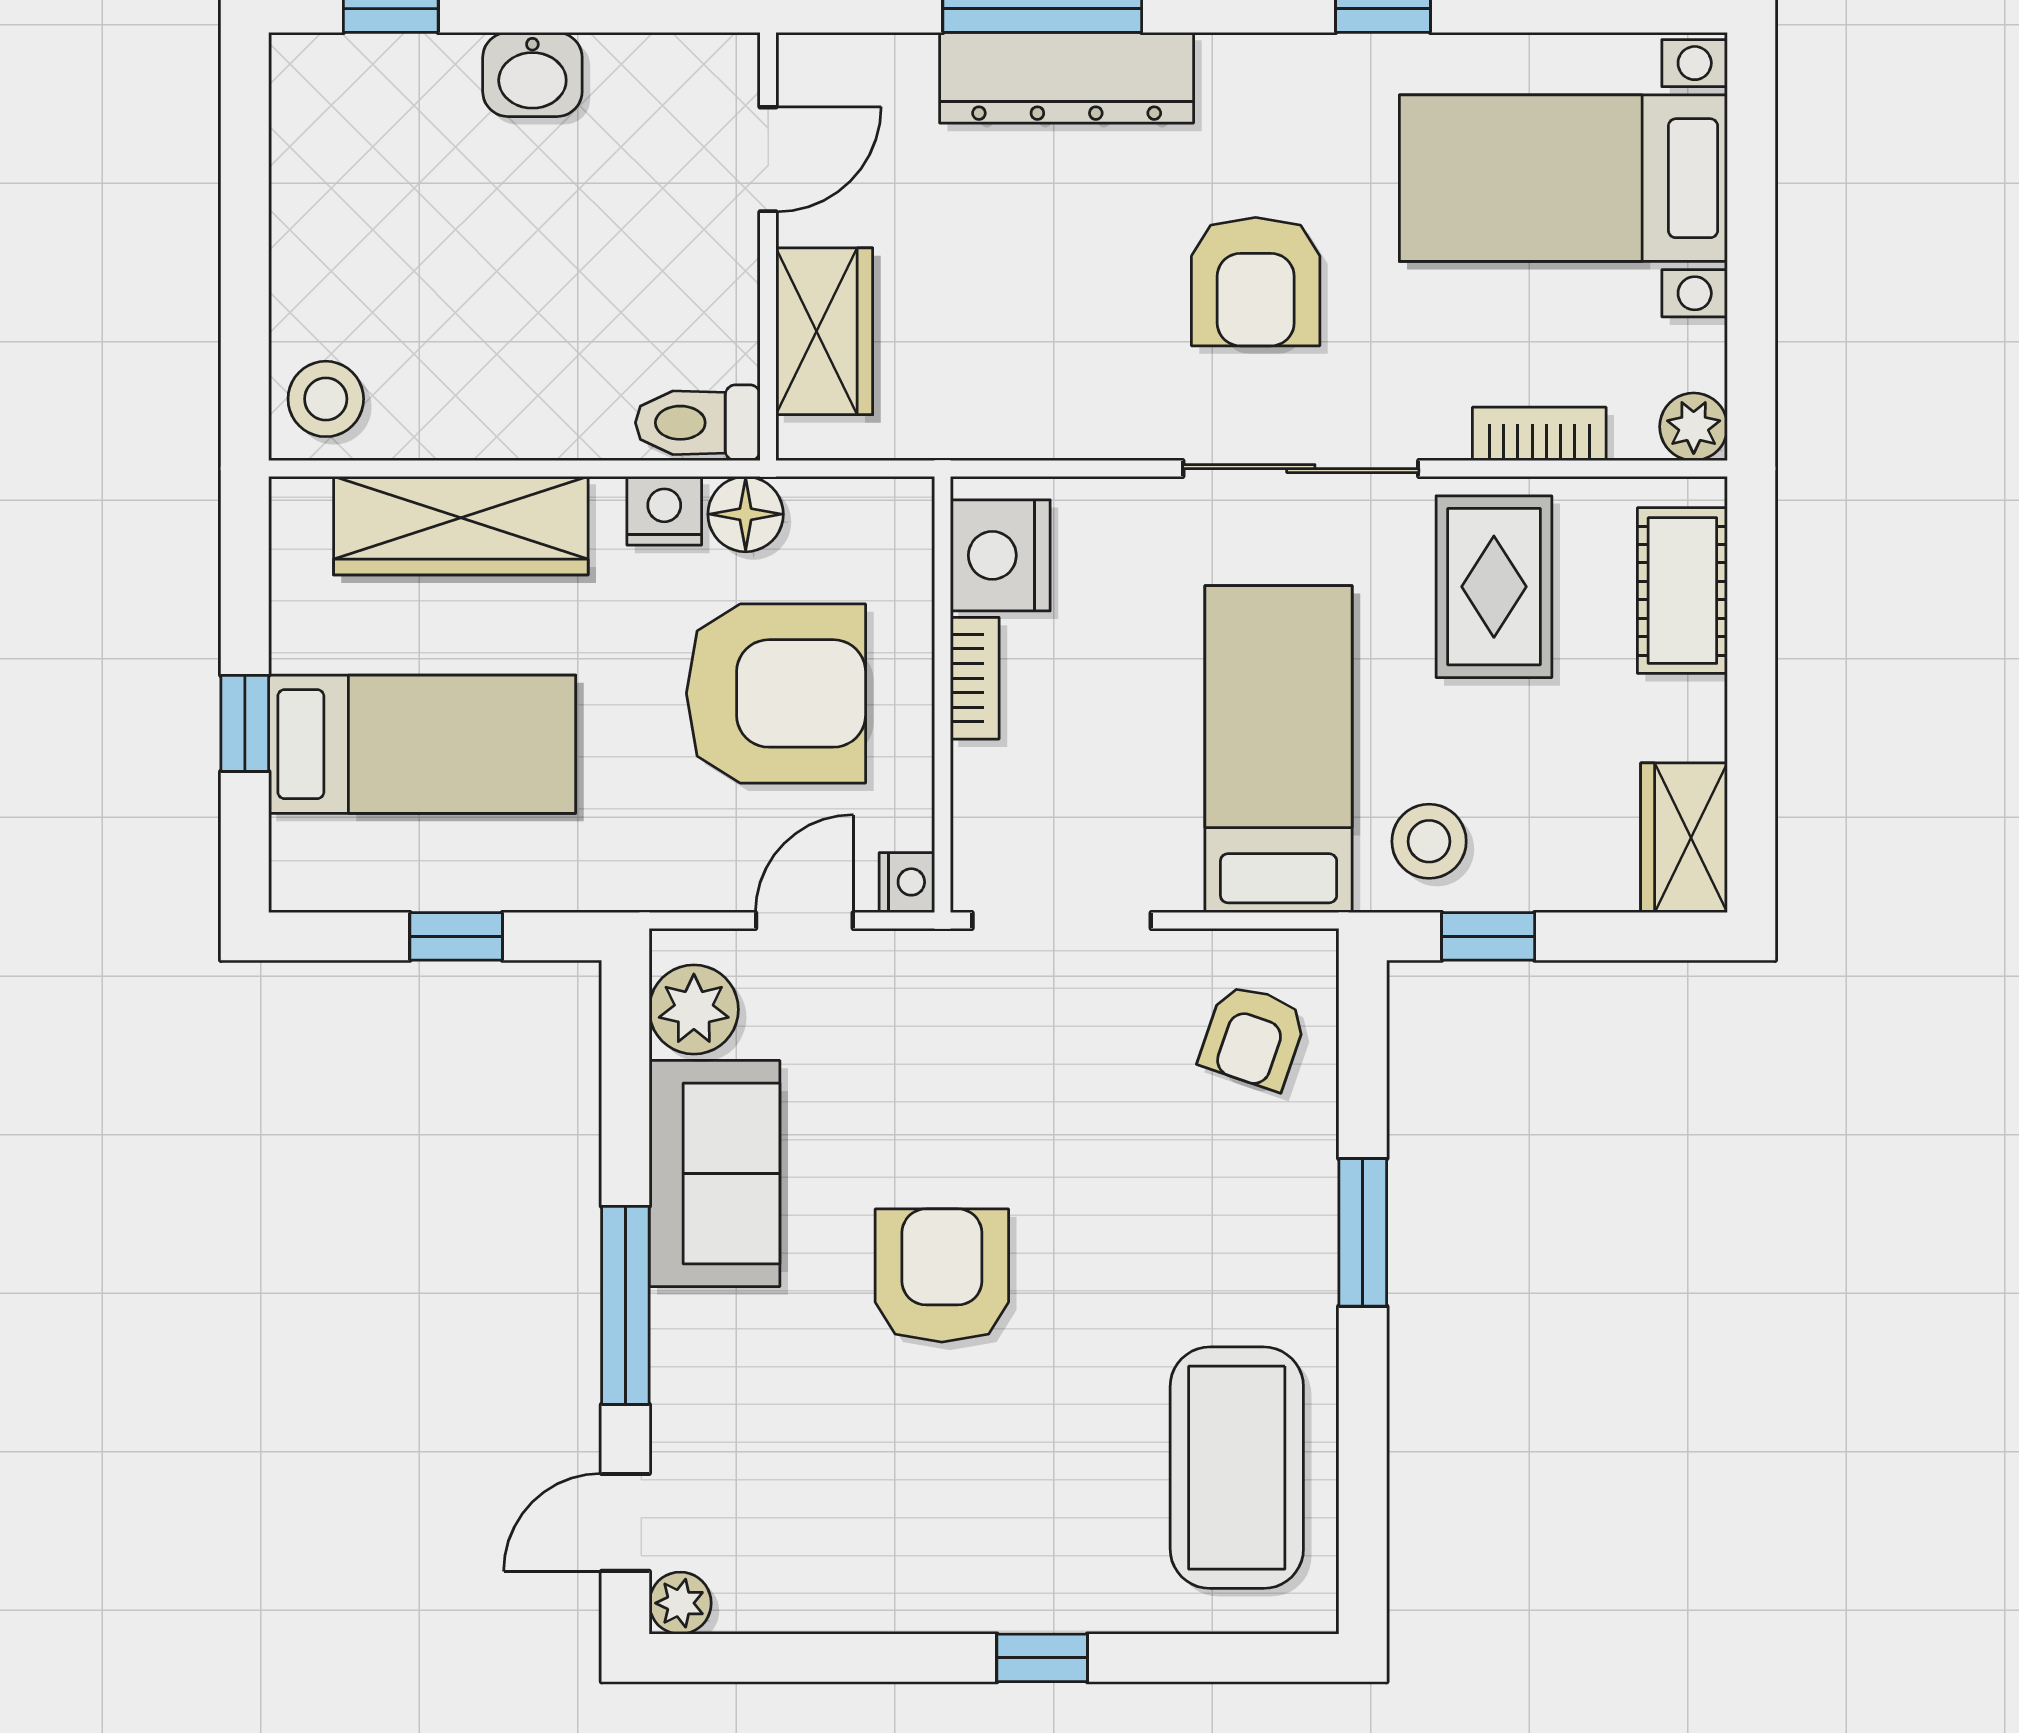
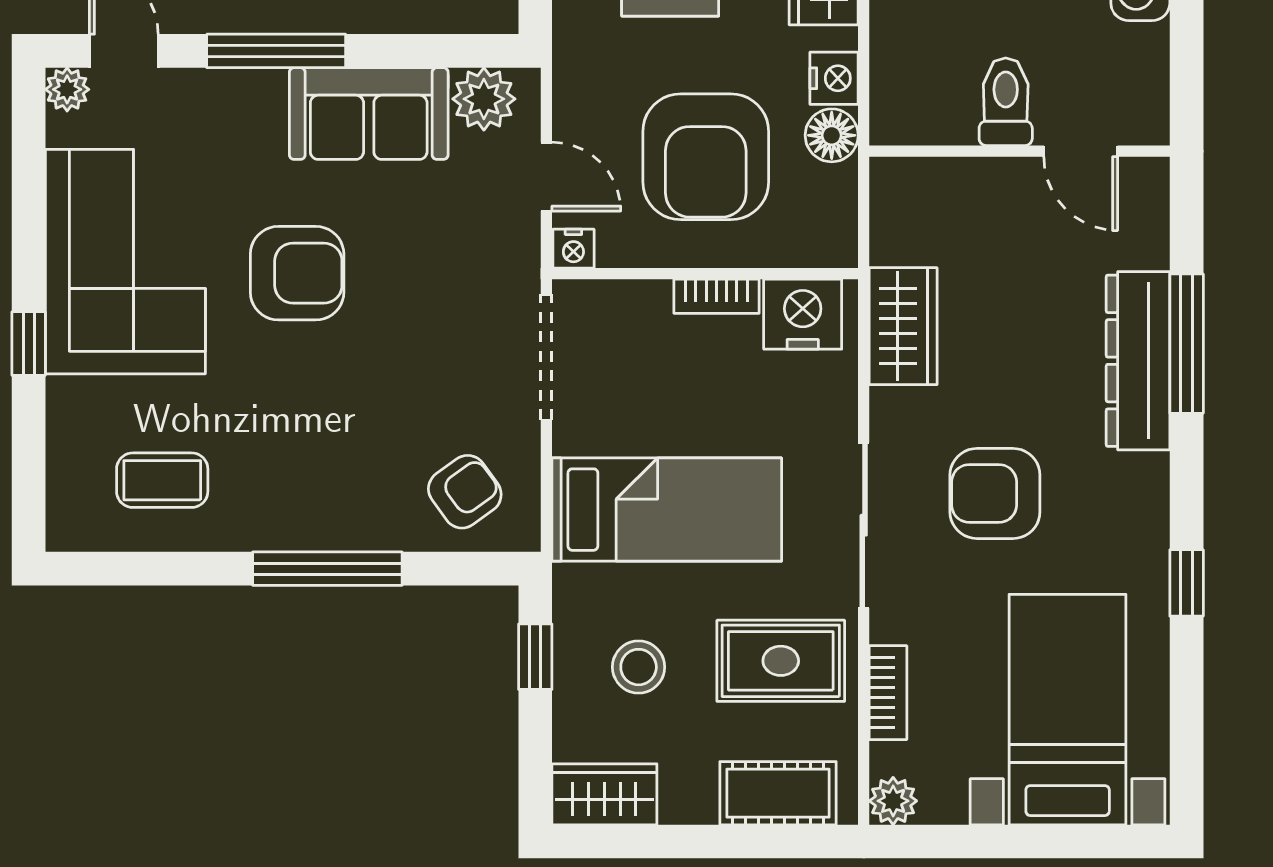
wardrobe: (824, 331) -> (903, 326), moved, turned -90
toilet: (698, 423) -> (1006, 102), moved
stool: (1429, 841) -> (639, 667), moved
armchair: (1253, 1037) -> (465, 492), turned 125
window: (1363, 1232) -> (327, 569), width x1.44
coffee table: (1237, 1468) -> (162, 480), width x0.54, depth x0.58
corner sofa: (925, 1520) -> (125, 262), added

